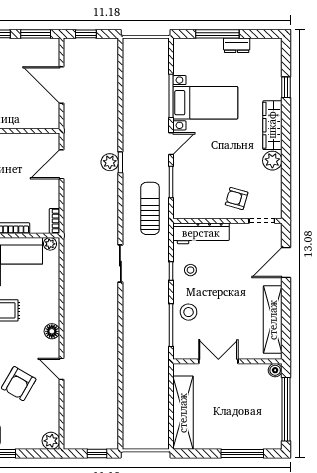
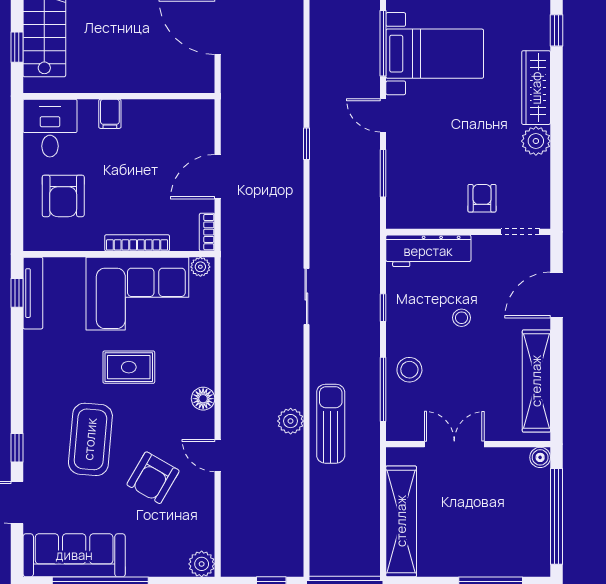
door: (171, 144) -> (383, 115), swing flipped
plant: (110, 162) -> (291, 421), moved
door: (61, 164) -> (218, 177), moved
armchair: (237, 199) -> (482, 198), turned 74
sun lounger: (150, 208) -> (331, 424), moved
stool: (190, 270) -> (462, 318), moved

